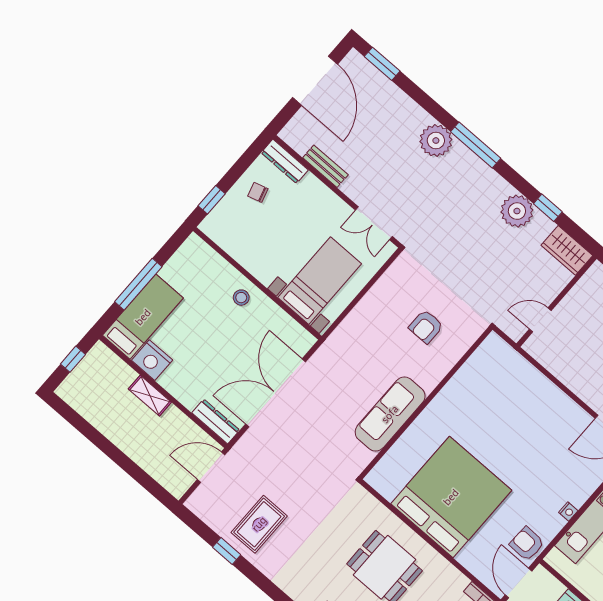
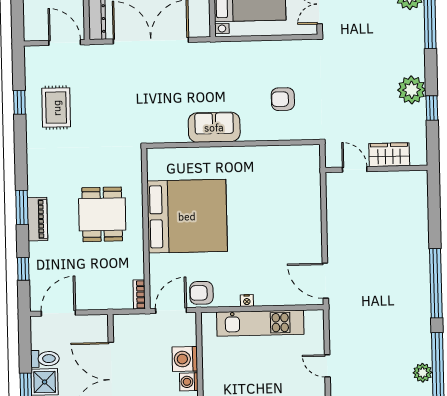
wardrobe: (567, 250) -> (389, 155), moved, turned 90
sofa: (390, 414) -> (214, 127), width x0.73
rug: (259, 524) -> (56, 108), turned 90
armchair: (527, 544) -> (201, 293), turned -92

